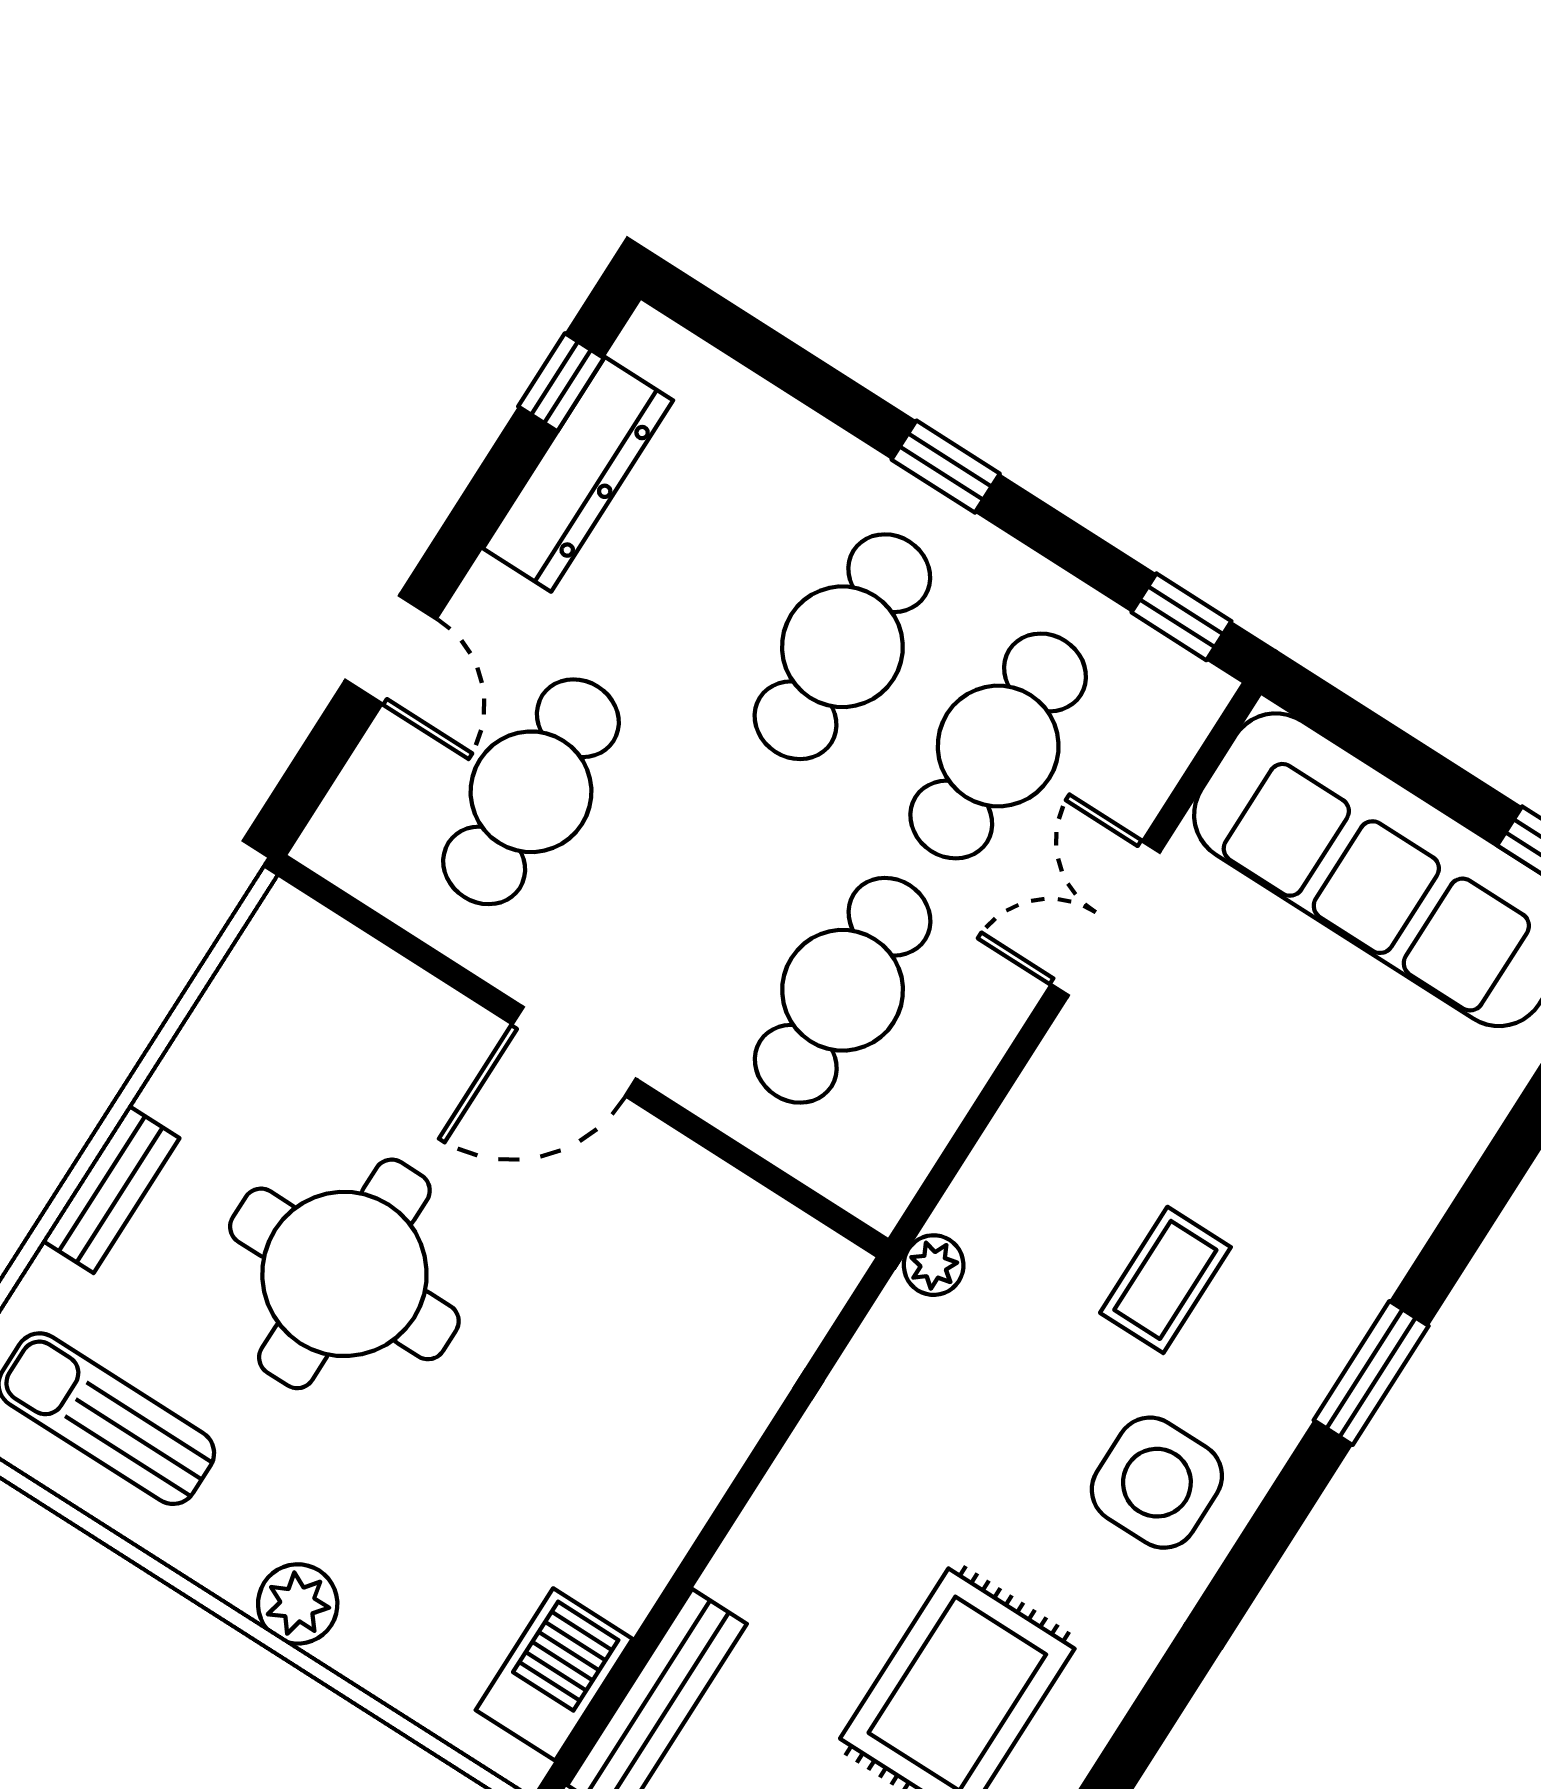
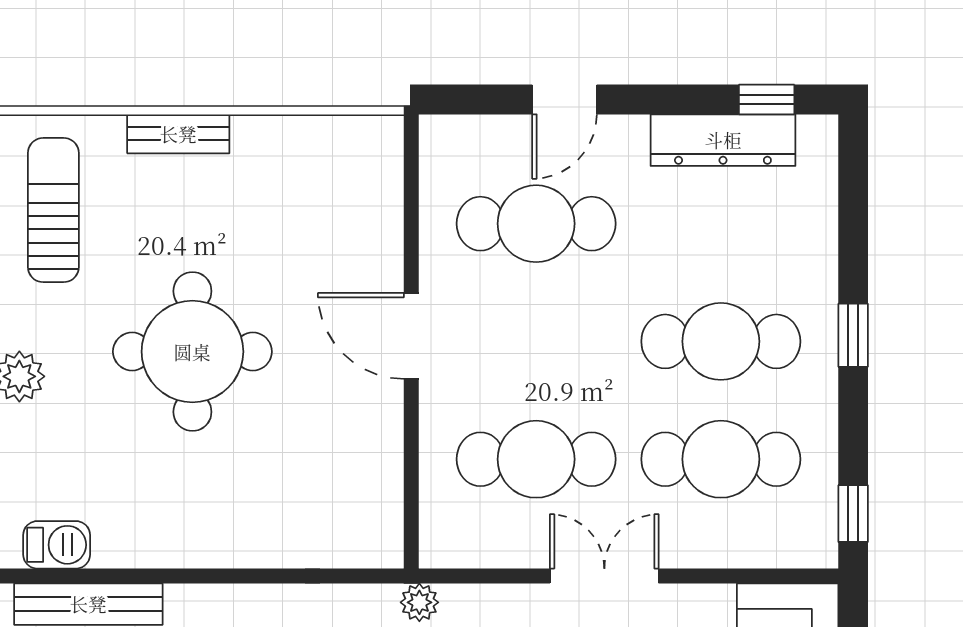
double door: (1105, 918) -> (604, 576), moved
round table: (344, 1274) -> (192, 352), moved
barbecue: (554, 1674) -> (57, 545), width x0.73, depth x0.79

